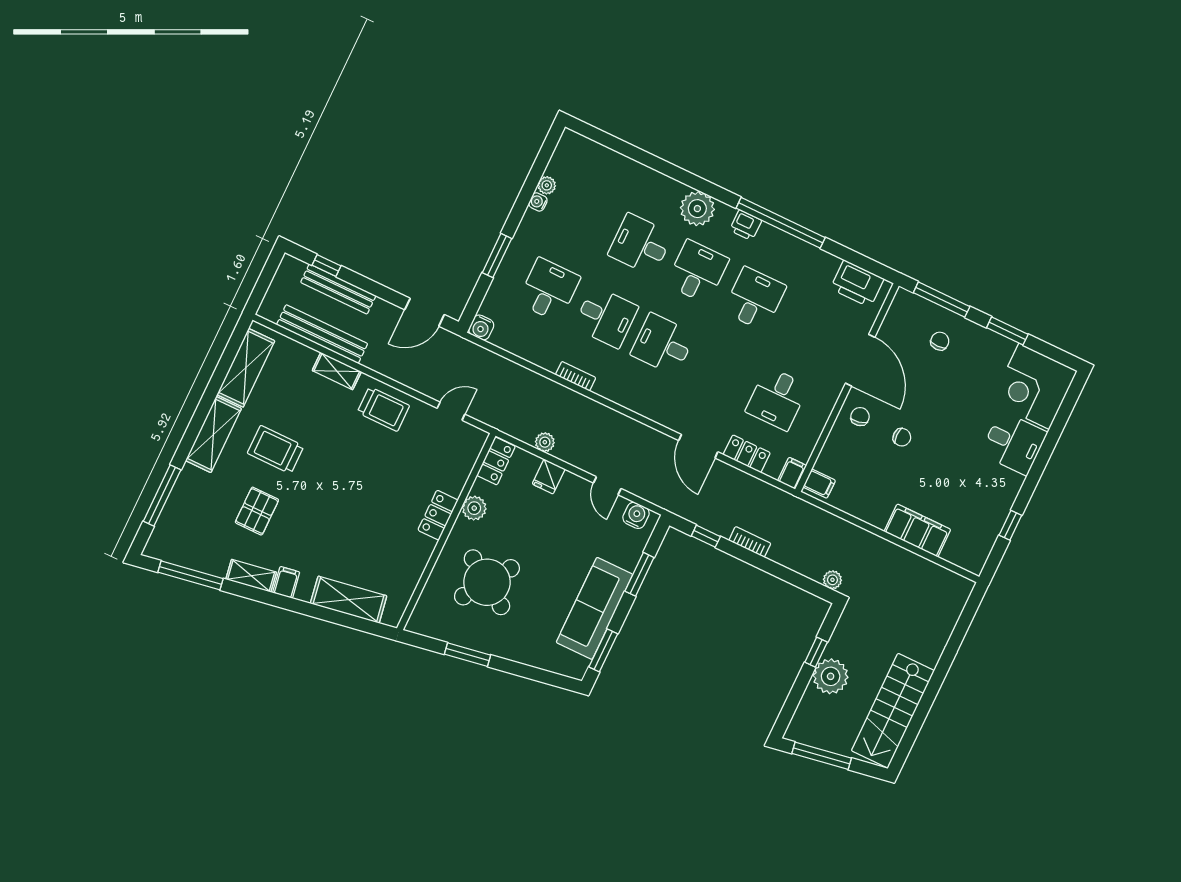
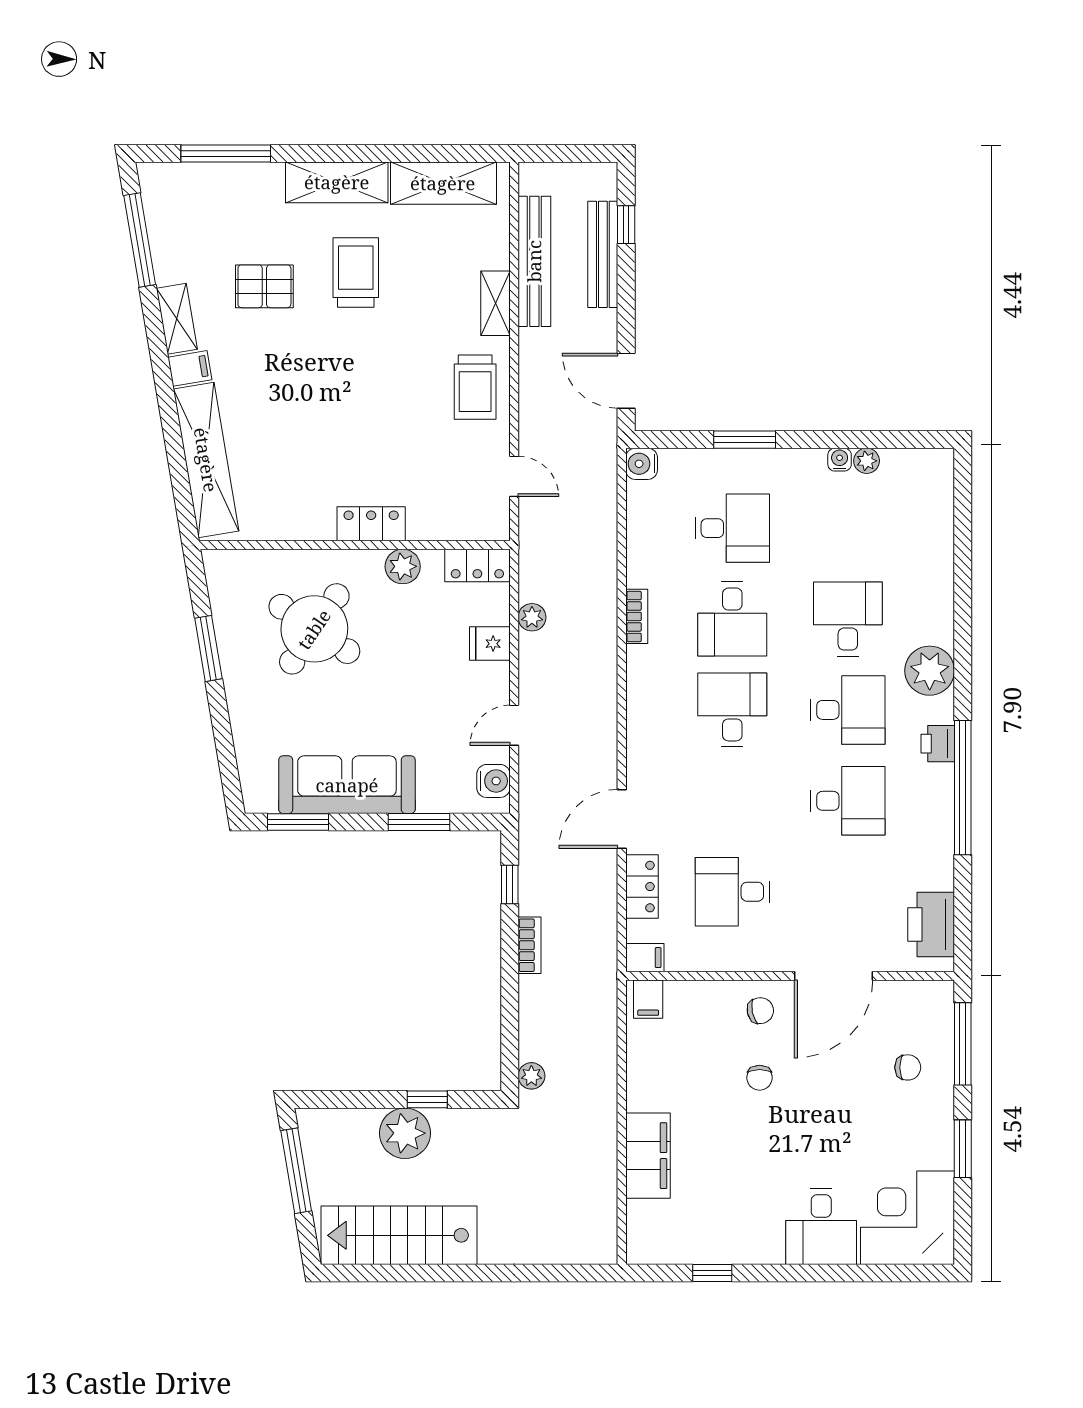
shelving: (349, 600) -> (206, 460), width x1.47

